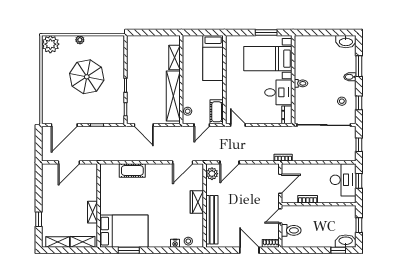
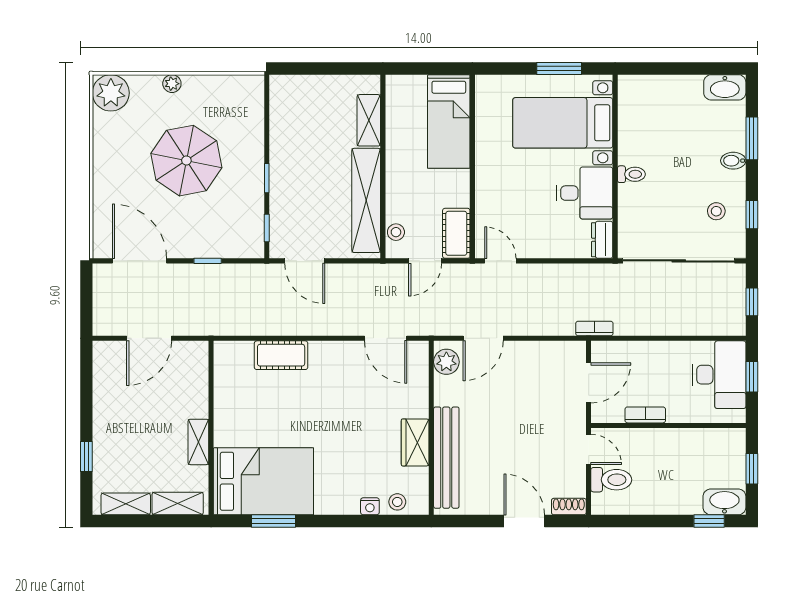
door: (64, 125) -> (140, 261), swing flipped
door: (183, 162) -> (386, 338), hinge flipped
wardrobe: (197, 202) -> (415, 442), moved
door: (280, 216) -> (589, 449), swing flipped

